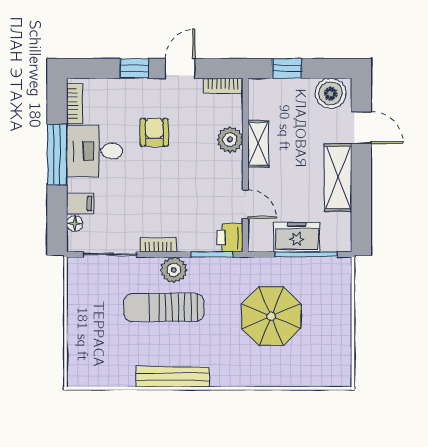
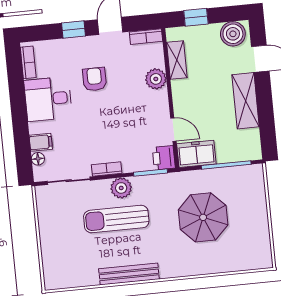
shelving: (258, 144) -> (177, 60), moved
window: (57, 155) -> (18, 105), removed
freezer: (297, 237) -> (196, 154), moved

